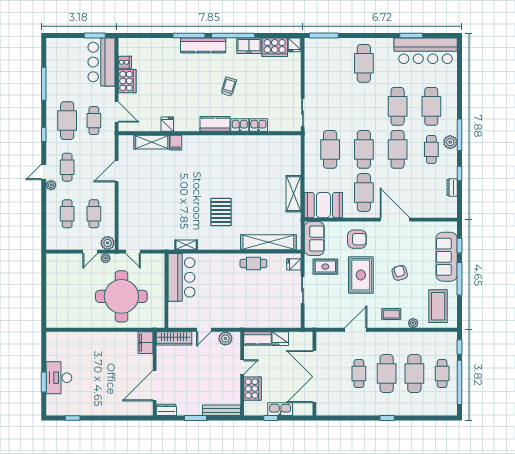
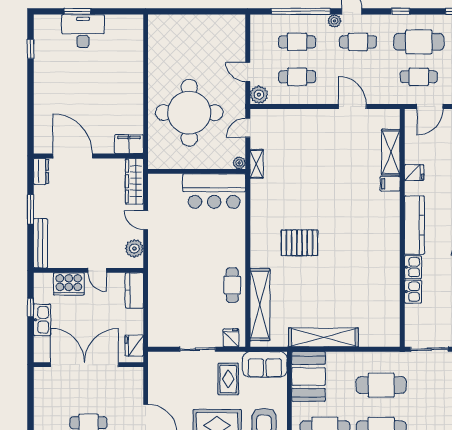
kitchen counter: (215, 124) -> (414, 225), width x1.50
shelving: (293, 194) -> (323, 337), width x1.47
window: (44, 211) -> (301, 11), added
shelving: (186, 245) -> (256, 164), moved
plant: (106, 258) -> (239, 163), moved
fridge: (280, 339) -> (134, 346), moved

